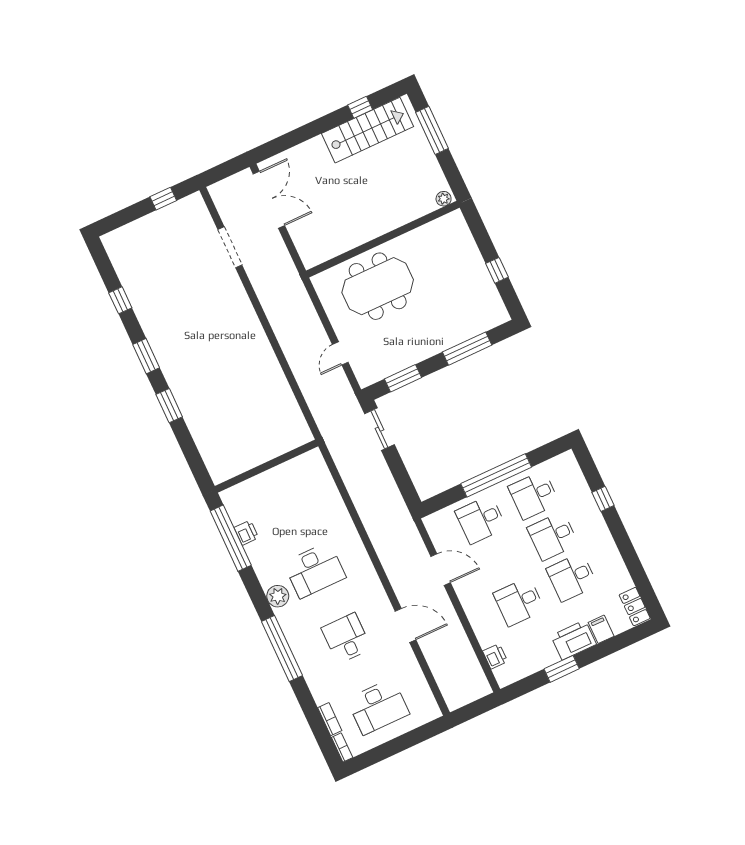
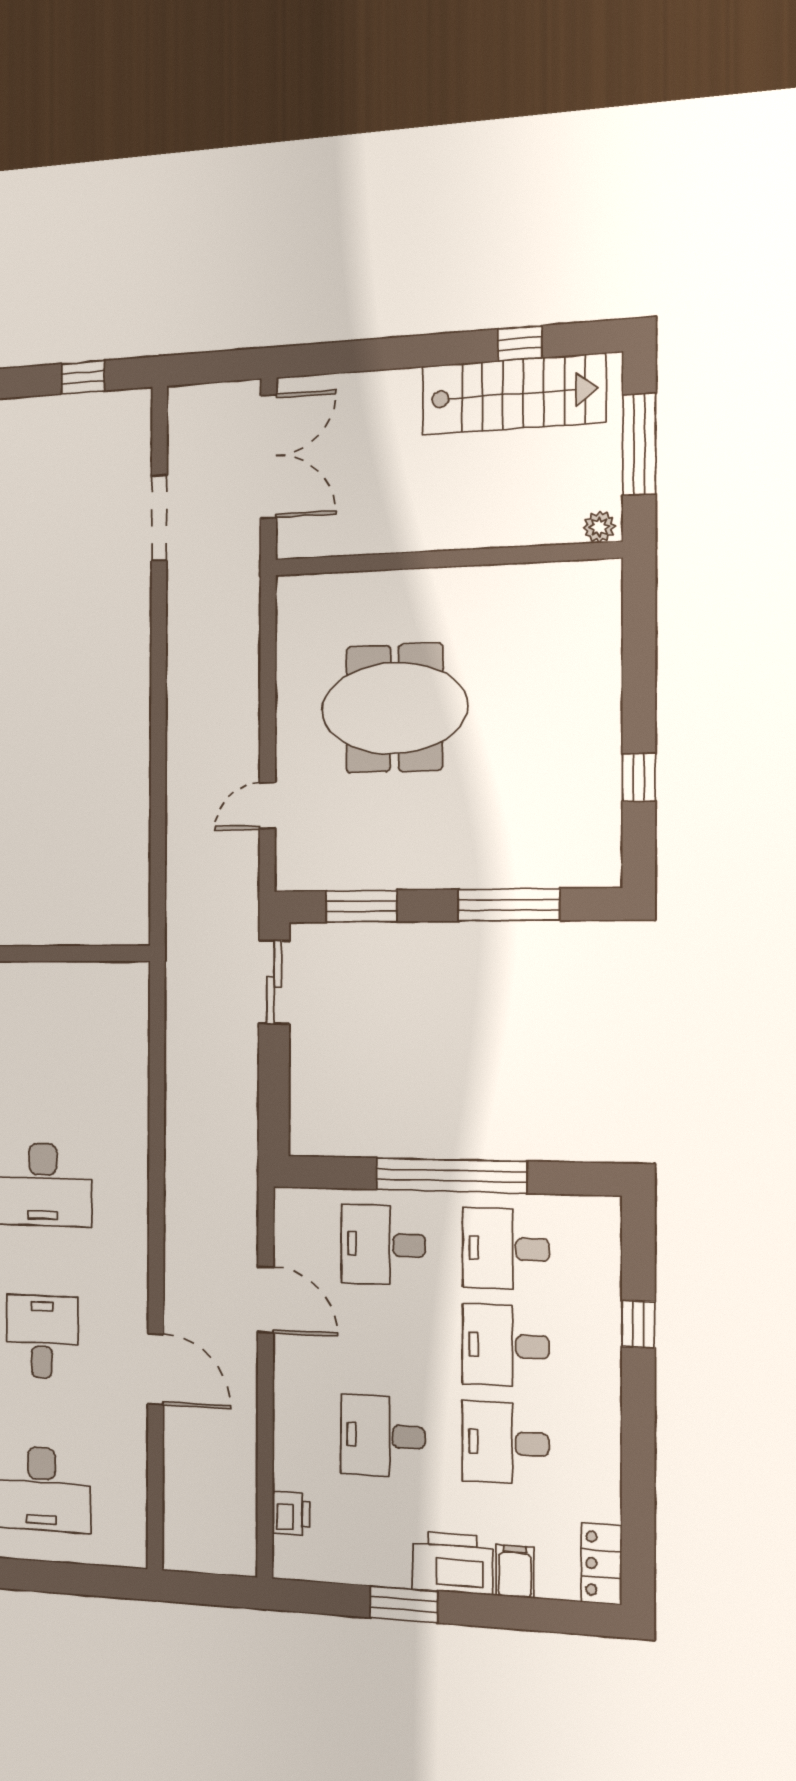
plant: (444, 199) -> (599, 527), moved
wall: (383, 239) -> (446, 559), moved

